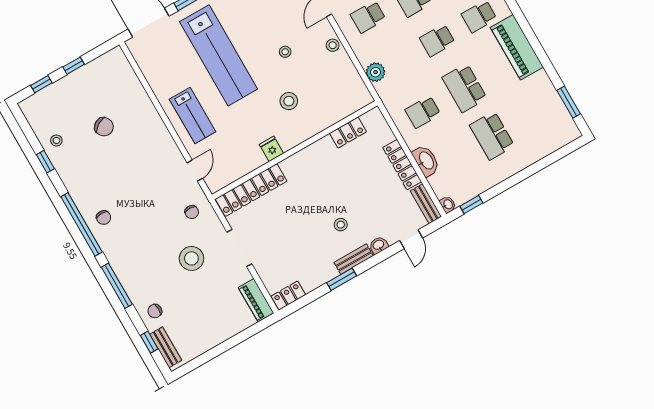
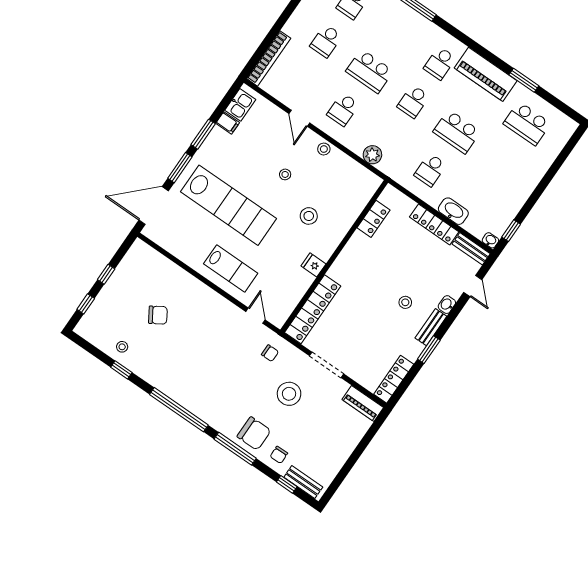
window: (569, 102) -> (524, 80), moved
school desk: (492, 136) -> (527, 124), moved
chair: (104, 218) -> (254, 434), moved, width x1.87, depth x1.87
locker: (288, 295) -> (394, 379), width x1.53

